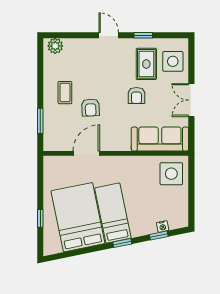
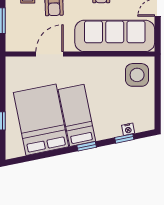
sofa: (160, 139) -> (115, 36), width x1.36, depth x1.27

